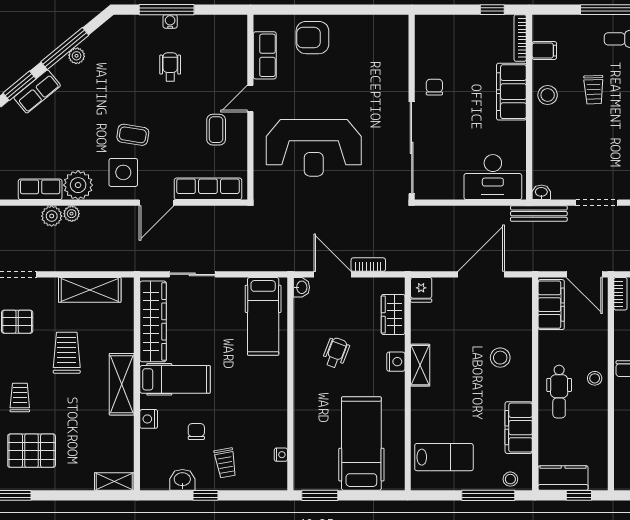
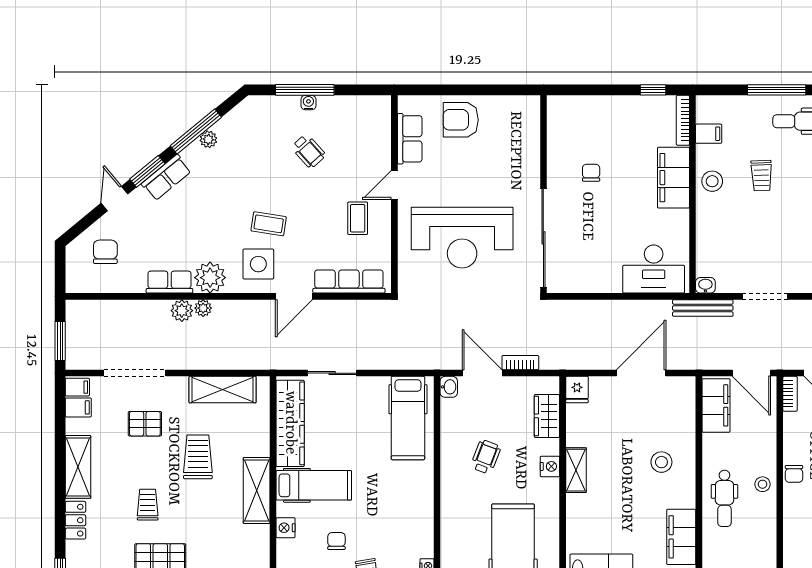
wheelchair: (170, 67) -> (309, 151), turned 138
wall: (412, 107) -> (543, 194), moved
sliding door: (412, 148) -> (543, 238), moved

